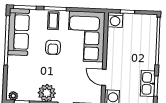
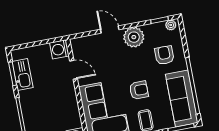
armchair: (53, 47) -> (139, 90), turned 90
armchair: (25, 72) -> (164, 55), added

